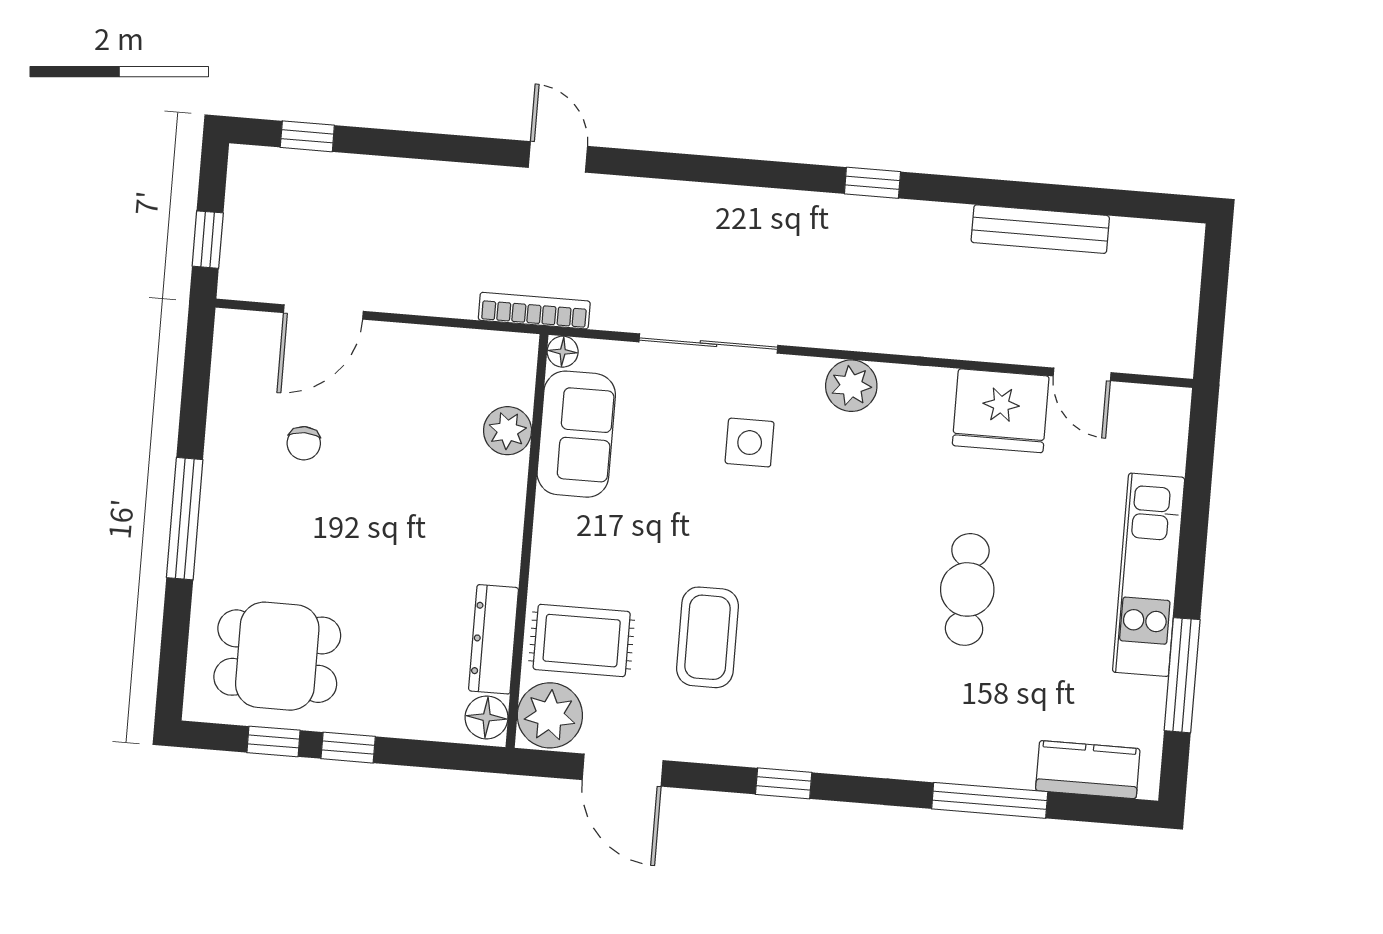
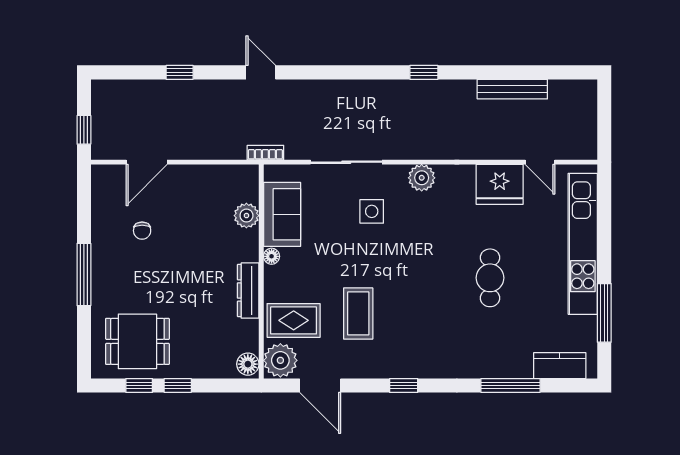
window: (307, 136) -> (180, 72), moved
bookcase: (534, 311) -> (265, 153), width x0.64
floor lamp: (563, 352) -> (272, 256), moved
kitchen unit: (1149, 575) -> (583, 244), width x1.36
dresser: (494, 639) -> (248, 291), moved

